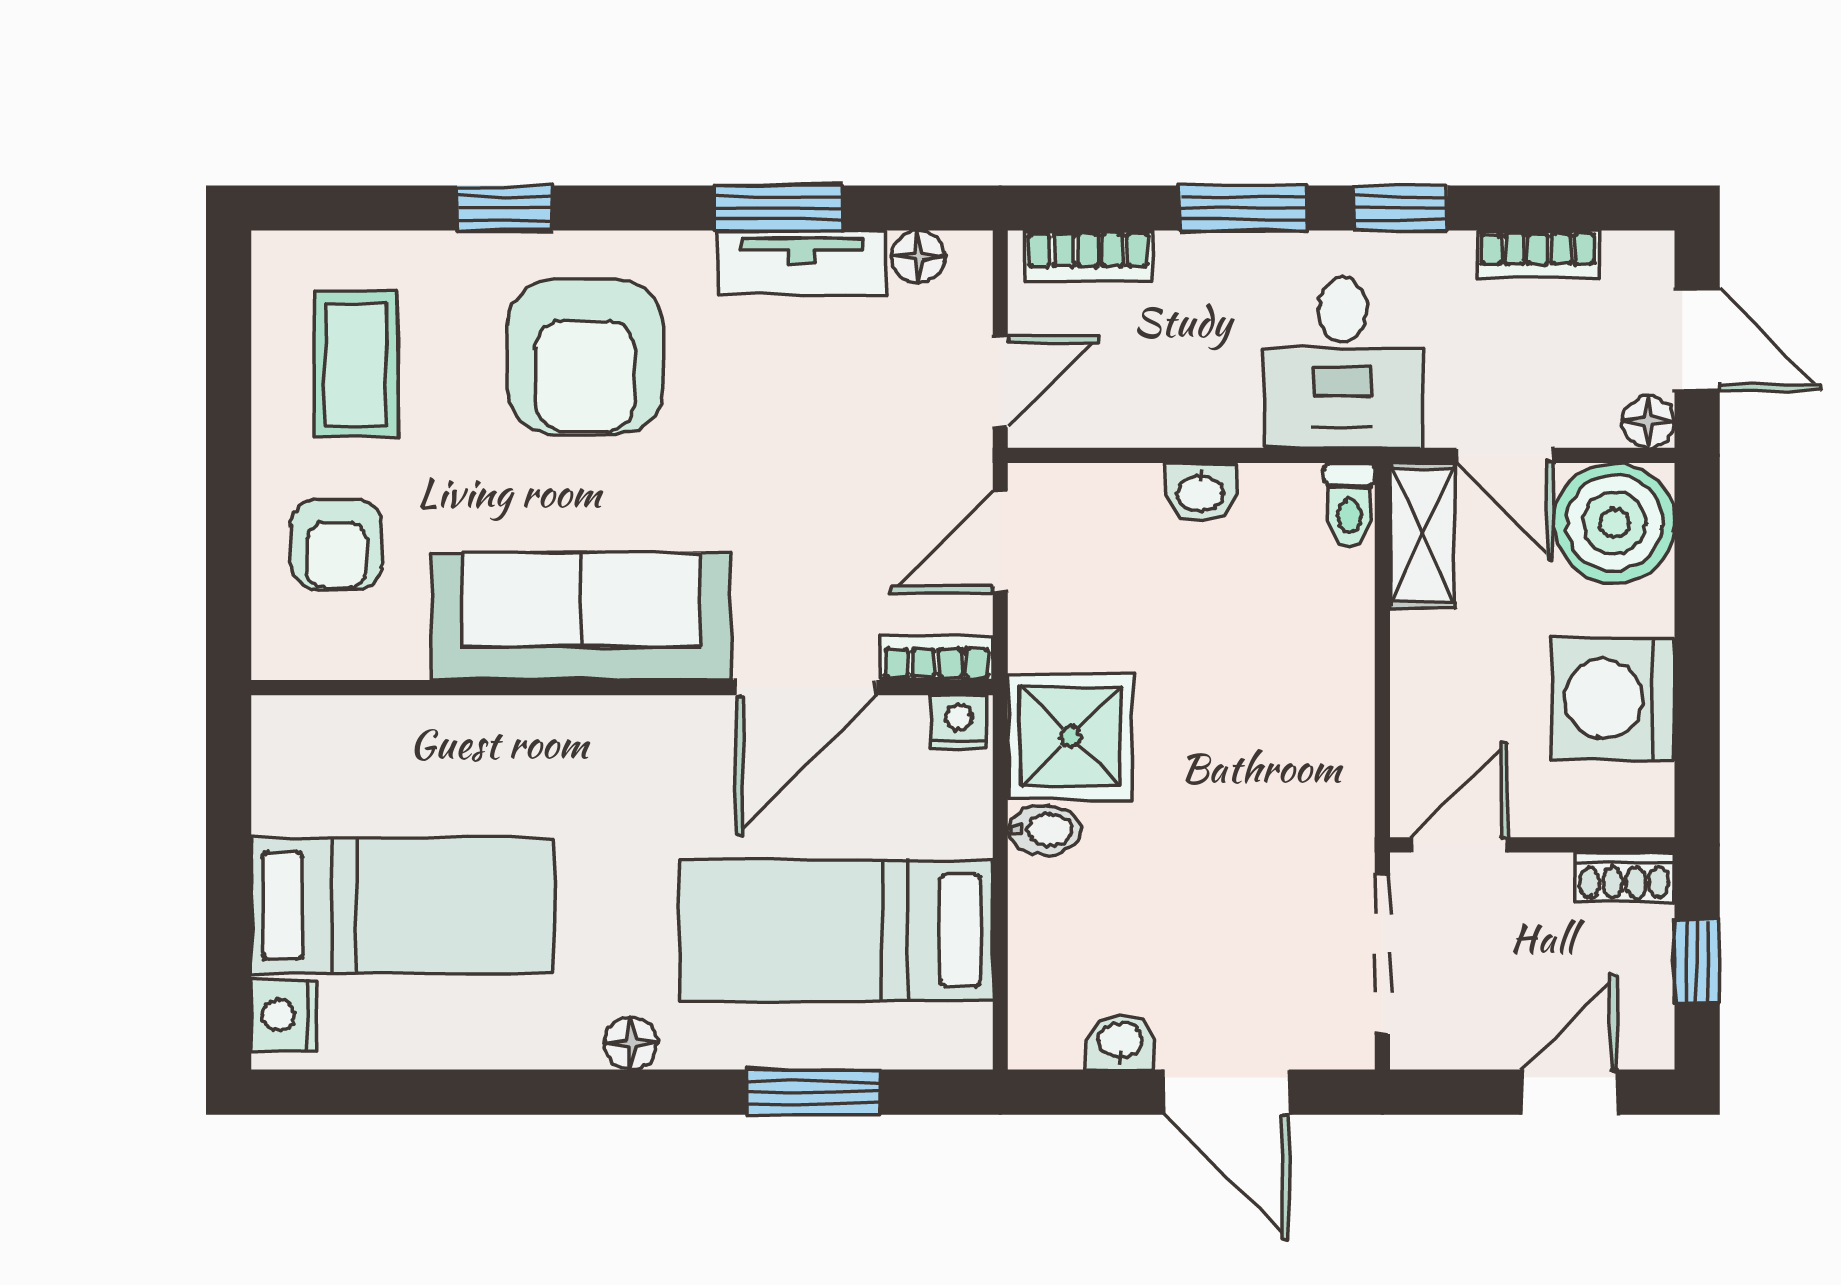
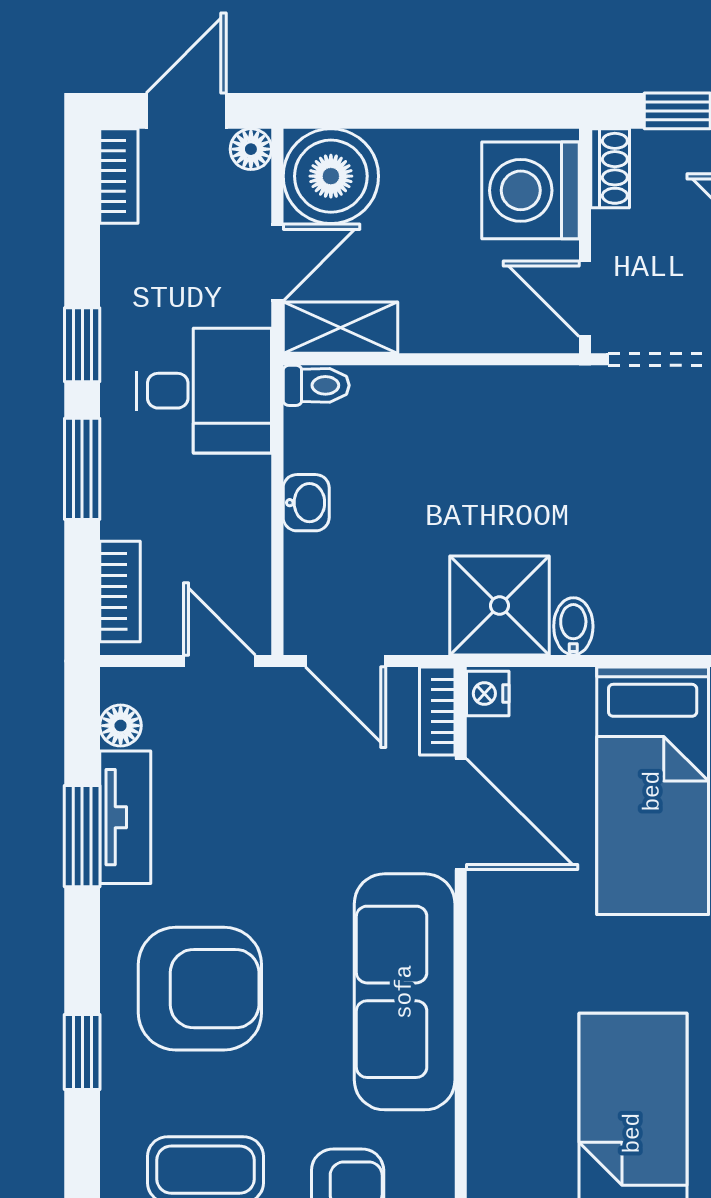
bookcase: (1538, 255) -> (119, 176), moved
washing machine: (1613, 699) -> (530, 190), moved, turned 90

